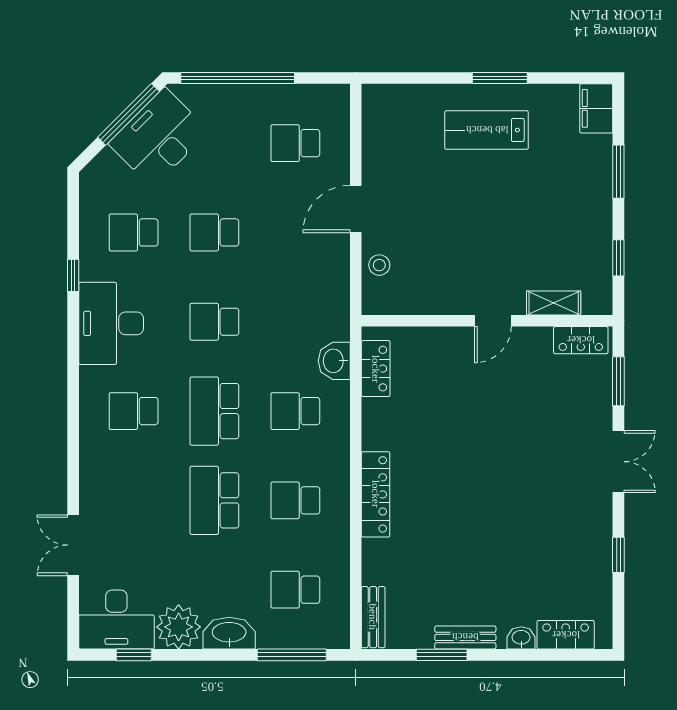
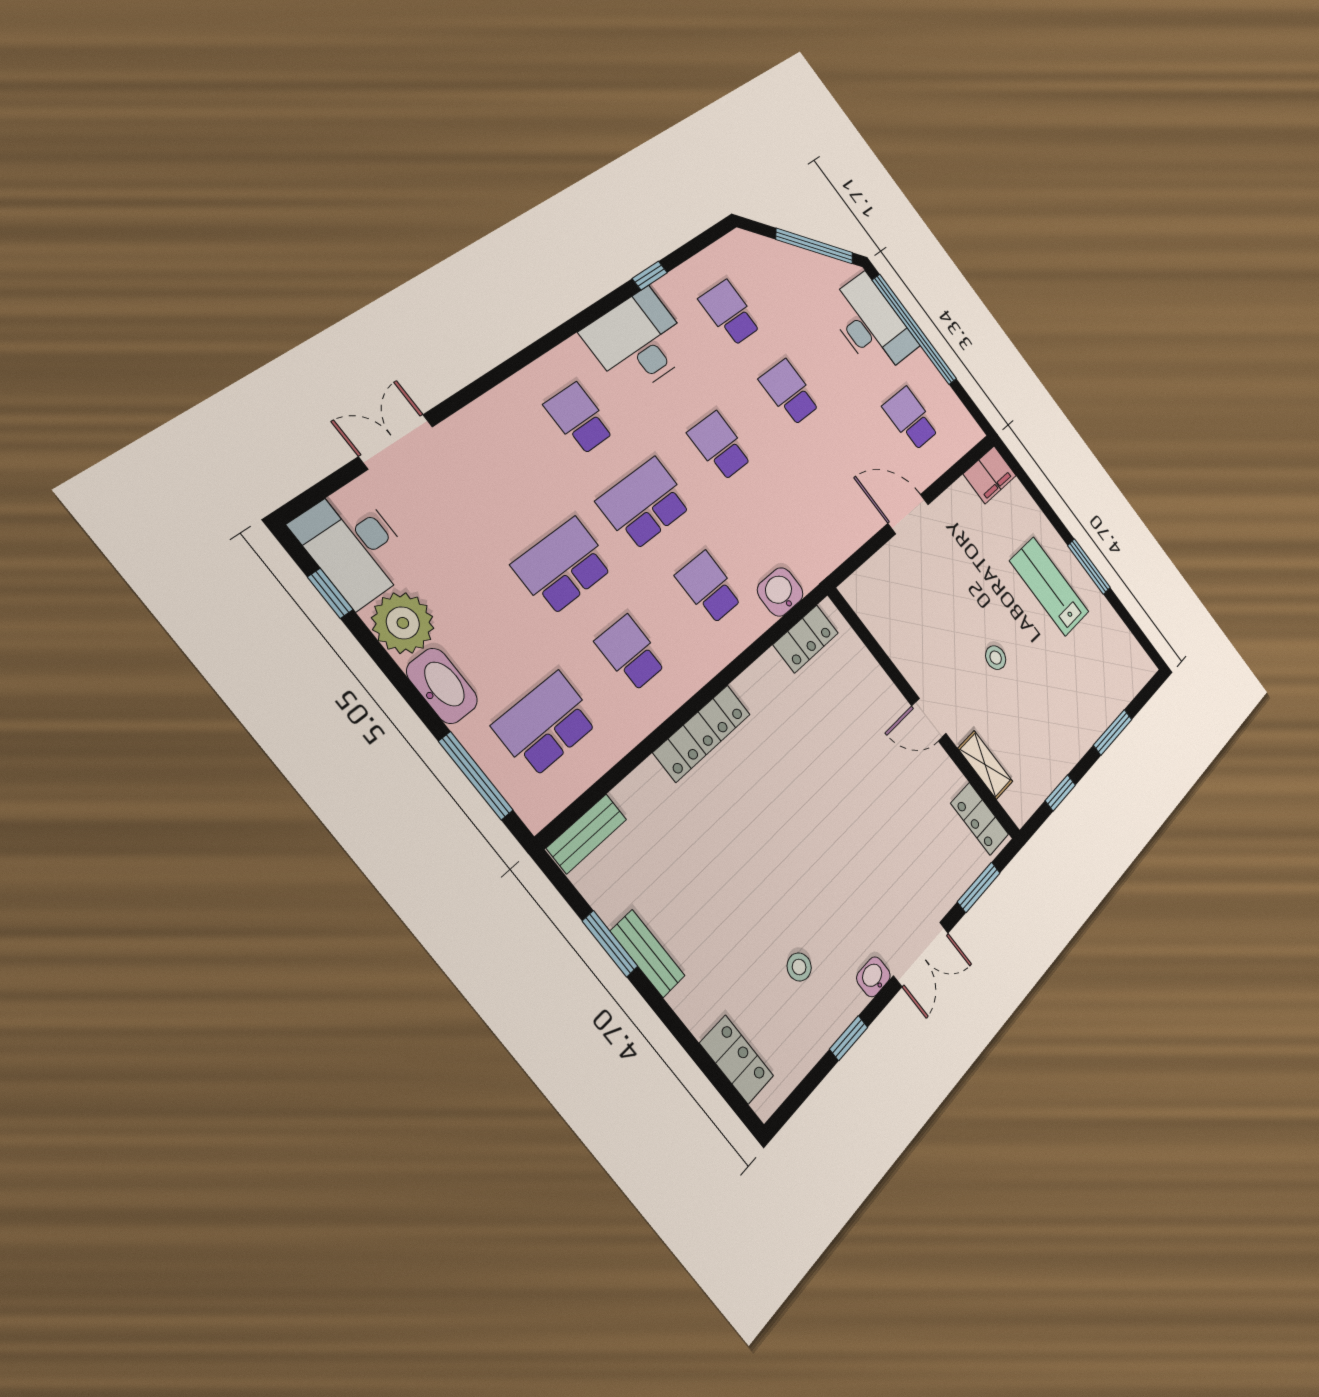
filing cabinet: (596, 108) -> (990, 475), moved, turned 180
desk: (159, 137) -> (871, 325), moved, turned 45
stool: (379, 265) -> (996, 658), moved
stool: (553, 551) -> (799, 967), added
school desk: (295, 590) -> (546, 724), width x1.85
washbasin: (521, 638) -> (873, 977), moved, turned -90

